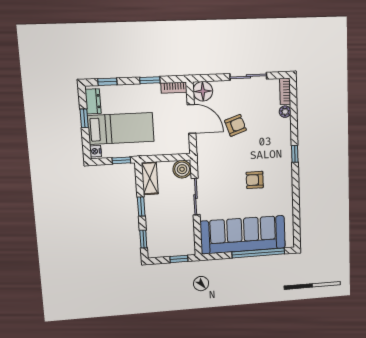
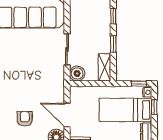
window: (84, 118) -> (154, 107), moved
armchair: (235, 125) -> (25, 119), moved, turned 109
window: (121, 160) -> (139, 84), moved
armchair: (255, 180) -> (15, 61), removed

